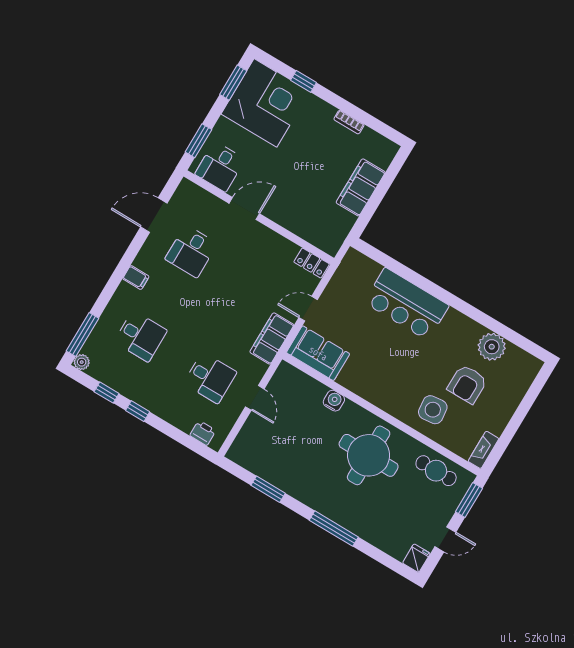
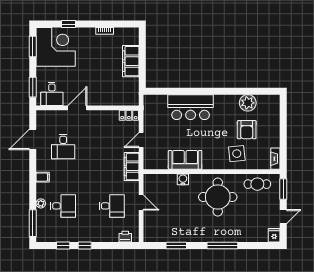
sofa: (318, 353) -> (185, 160), moved
plant: (82, 362) -> (41, 203), moved

